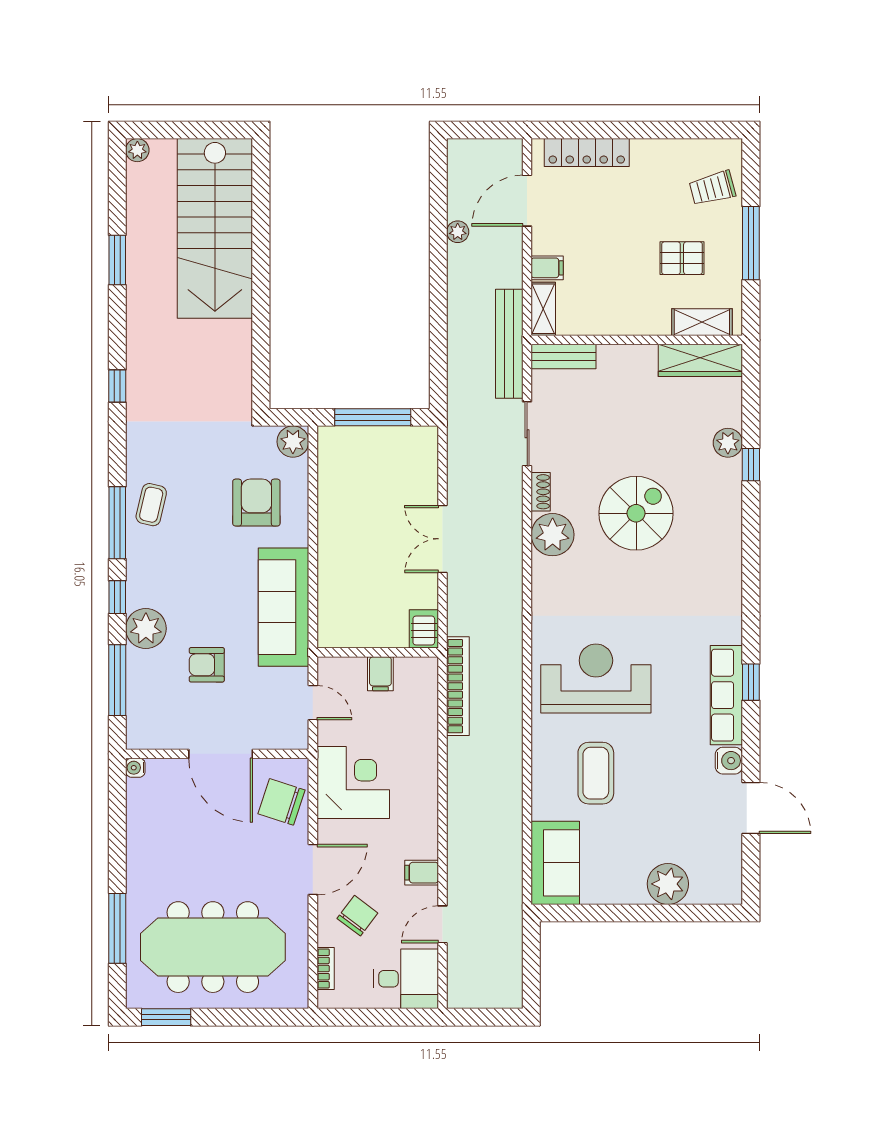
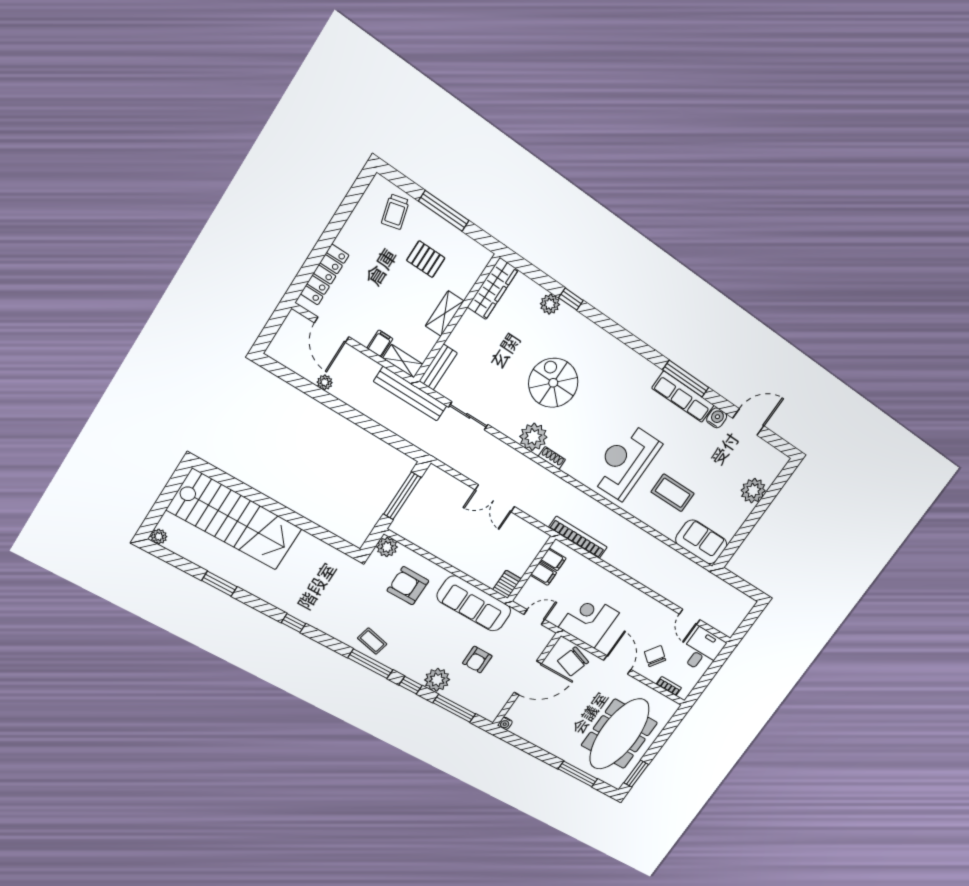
pallet: (682, 258) -> (426, 259), turned 90
shelving: (702, 322) -> (445, 314), moved
shoe rack: (541, 492) -> (552, 458), moved
server rack: (424, 629) -> (507, 584), moved, turned 90
window: (751, 682) -> (686, 379), width x2.17
filing cabinet: (422, 873) -> (553, 559), moved, turned -90

